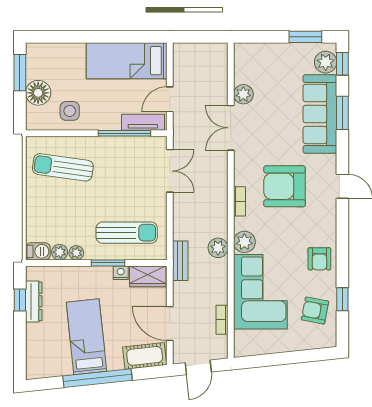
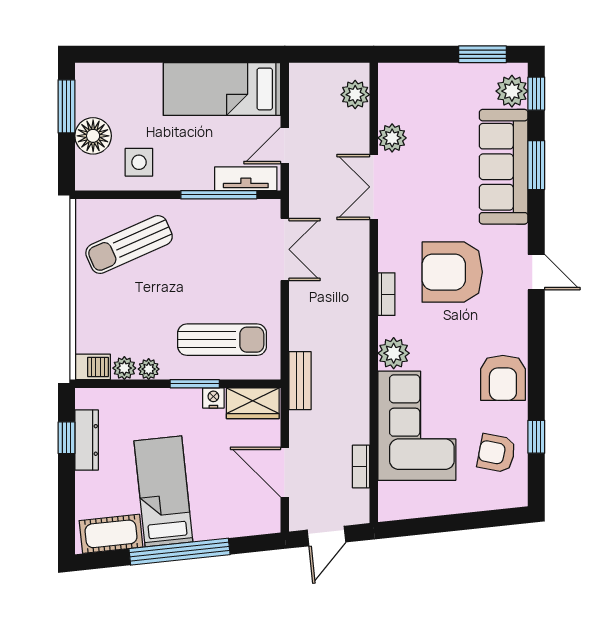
sun lounger: (63, 167) -> (129, 245), turned -32
plant: (218, 248) -> (355, 95), moved
armchair: (319, 259) -> (503, 378), width x1.38, depth x1.38
cot: (145, 356) -> (111, 534), moved

